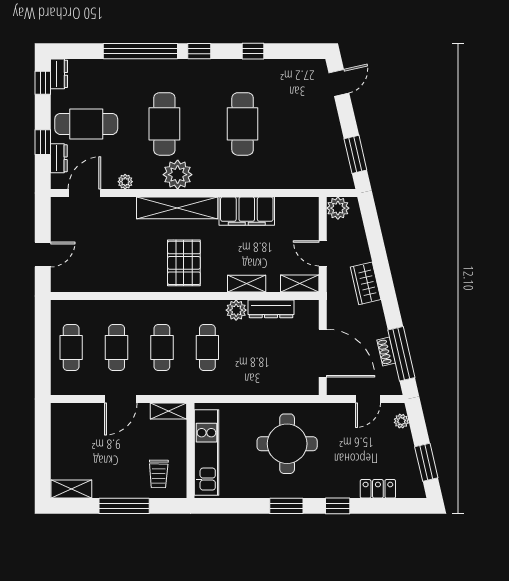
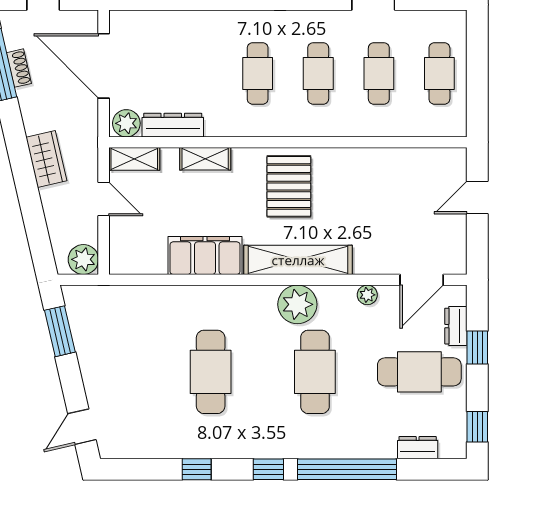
dresser: (59, 74) -> (418, 448), moved, turned 90
plant: (236, 310) -> (126, 123), moved

